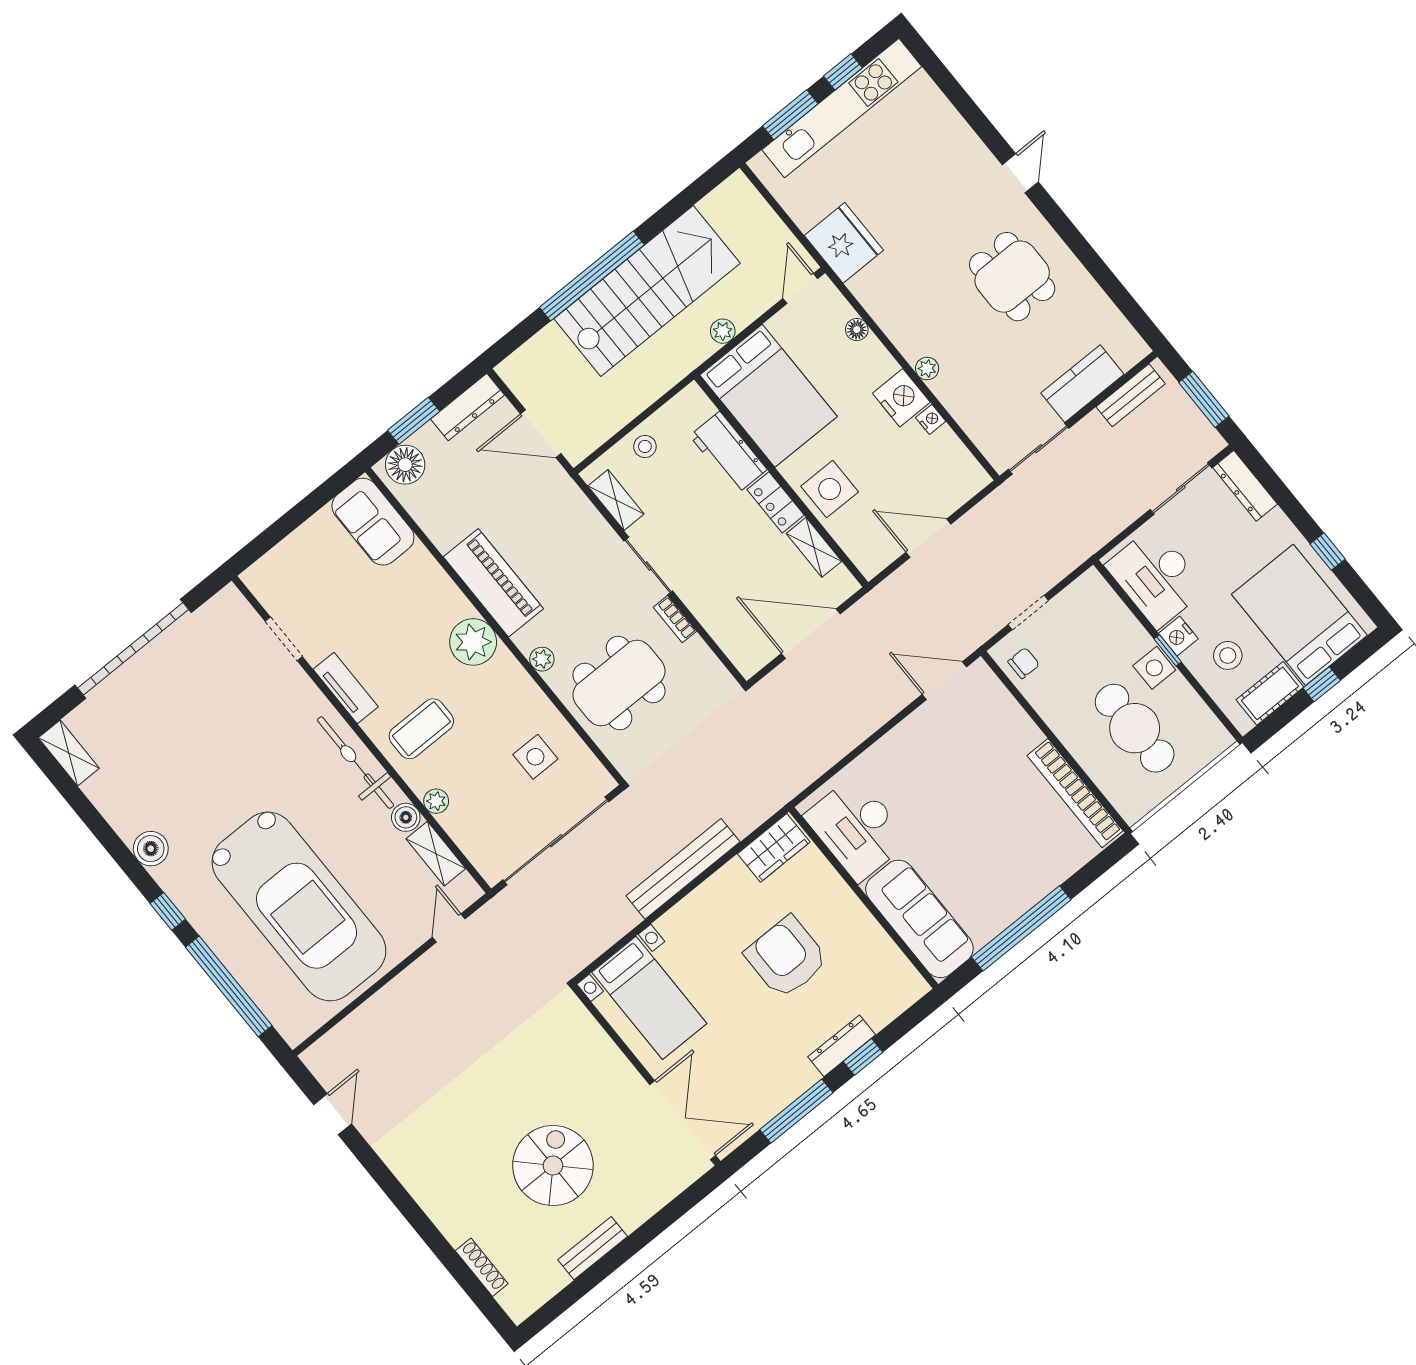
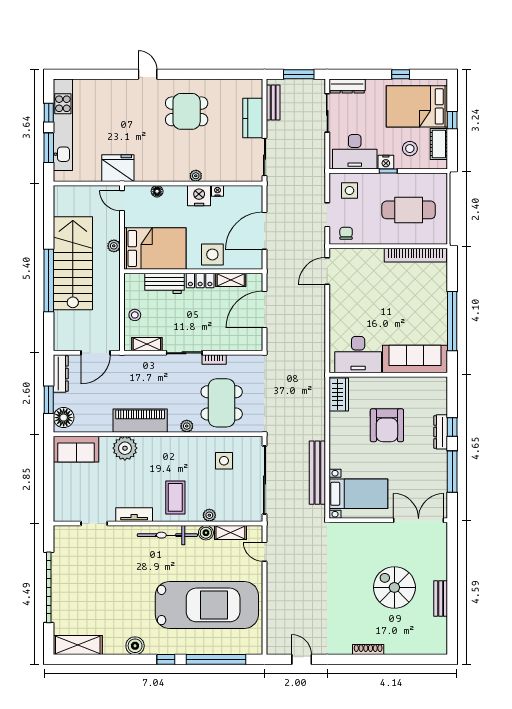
door: (928, 538) -> (265, 231), width x1.36
plant: (473, 642) -> (125, 448), moved
side table: (1154, 668) -> (350, 191), moved
shelving: (69, 753) -> (78, 645), width x1.50, depth x1.33
bench: (683, 869) -> (317, 473), moved
armchair: (786, 957) -> (387, 425), turned -90
shoe rack: (482, 1267) -> (368, 650), moved

